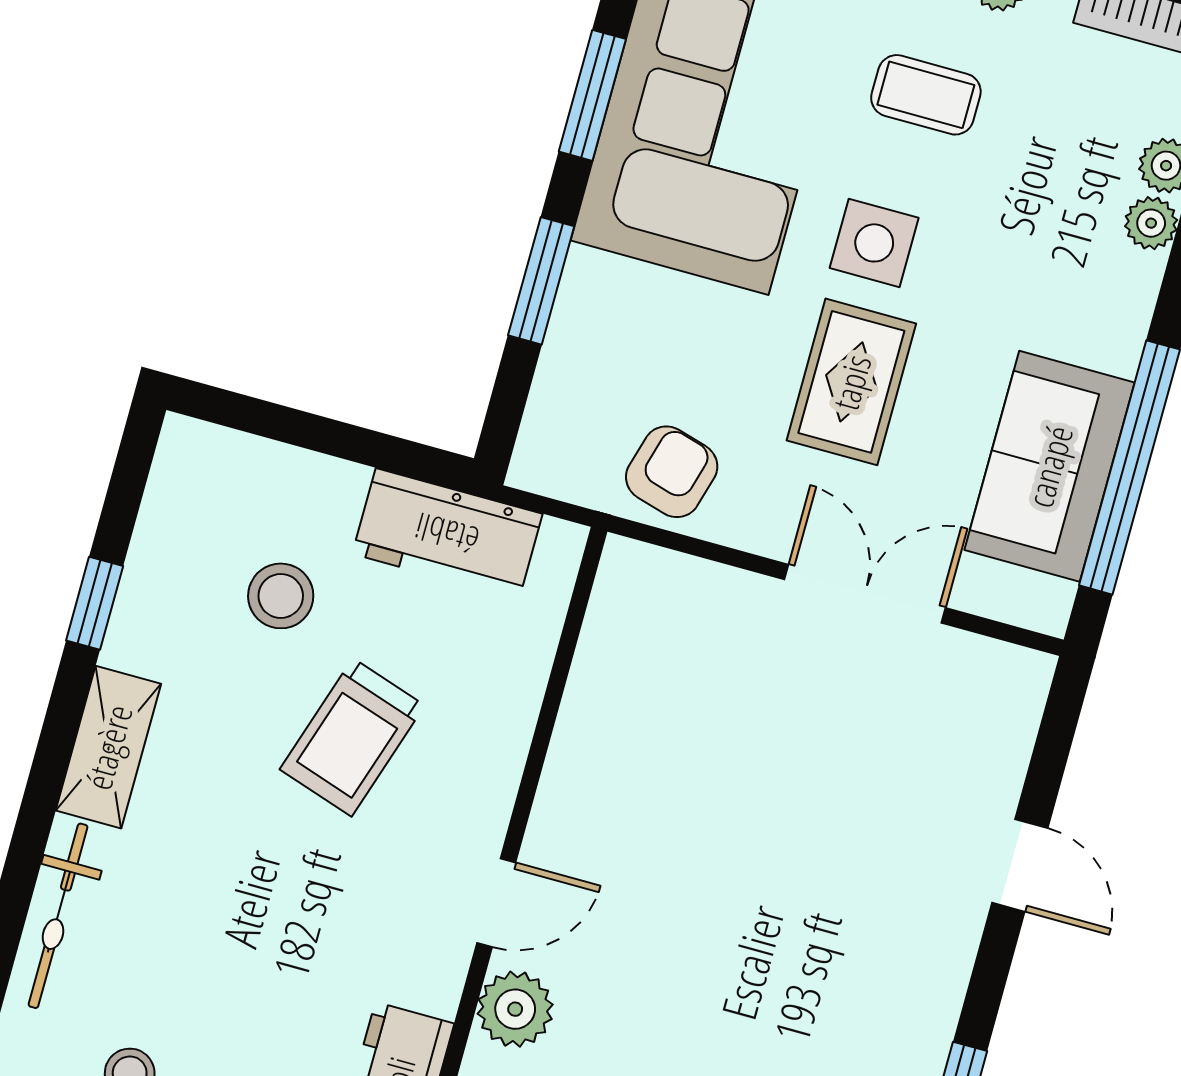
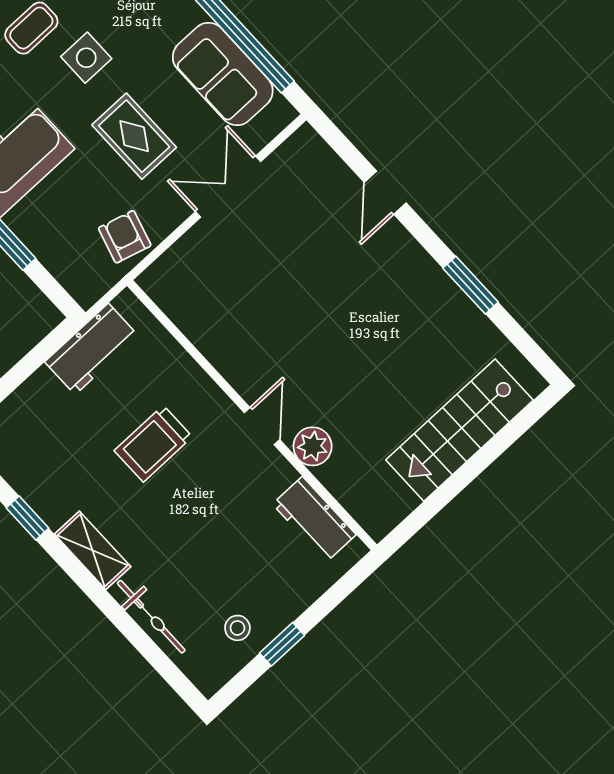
side table: (874, 243) -> (86, 58), moved
stool: (281, 596) -> (74, 437), removed
trolley: (352, 737) -> (153, 444), turned 72
door: (1020, 865) -> (385, 193), swing flipped

